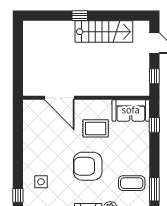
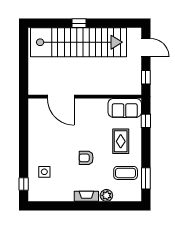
stairs: (104, 32) -> (78, 42), width x1.86, depth x1.51
rug: (96, 128) -> (121, 141), moved, turned 90
armchair: (88, 166) -> (86, 158), width x0.53, depth x0.53

